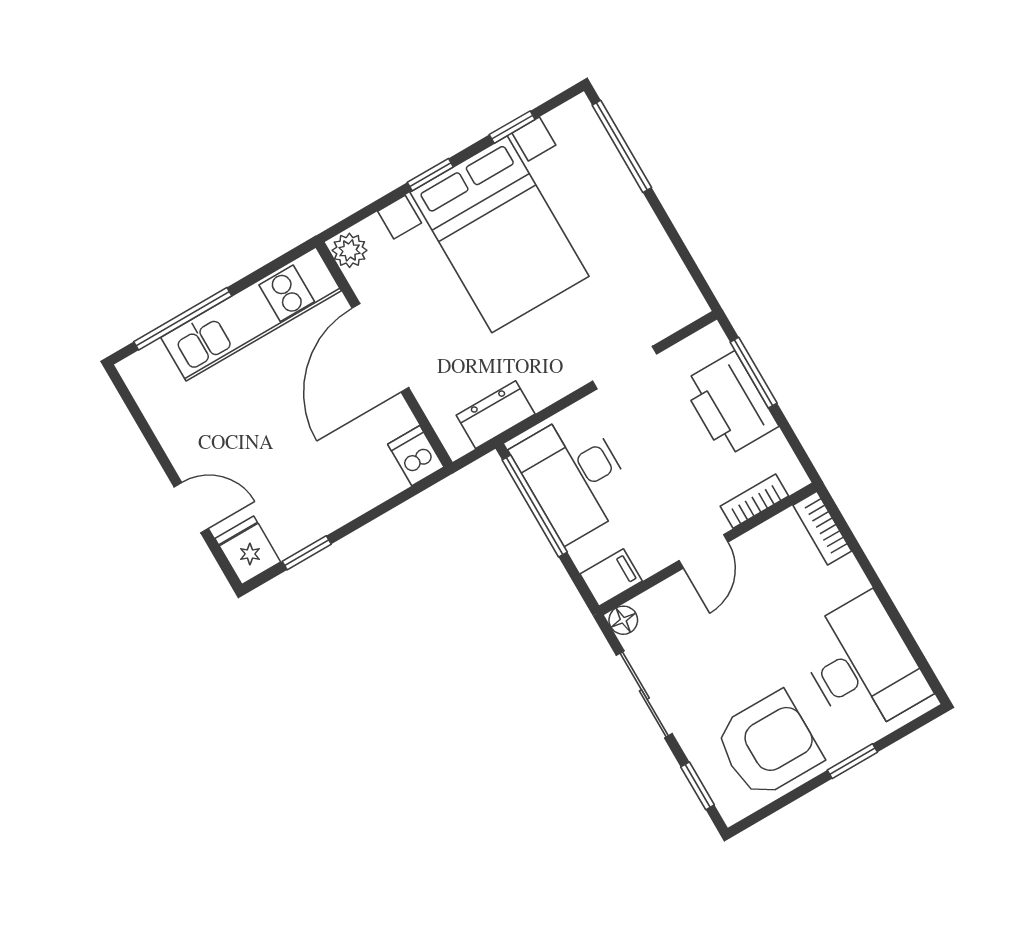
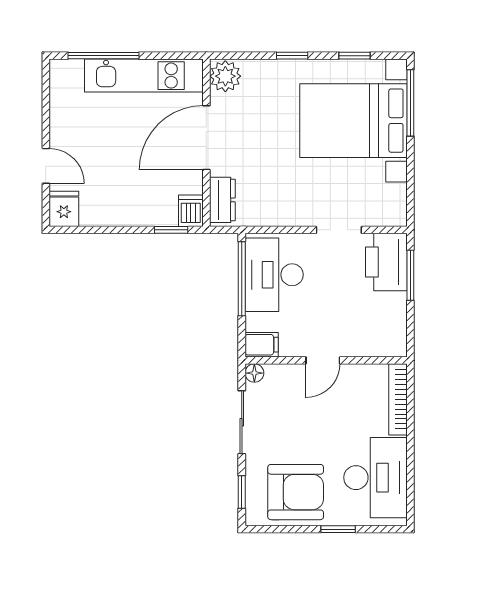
bed with nightstands: (499, 234) -> (354, 121), moved, turned 90
plant: (349, 250) -> (225, 76), width x1.38, depth x1.38
printer: (730, 404) -> (386, 262), moved
dresser: (496, 415) -> (222, 200), moved, turned 90
bookcase: (754, 501) -> (368, 349), removed
bookcase: (822, 528) -> (398, 399), width x1.56
window: (307, 553) -> (171, 230), moved

